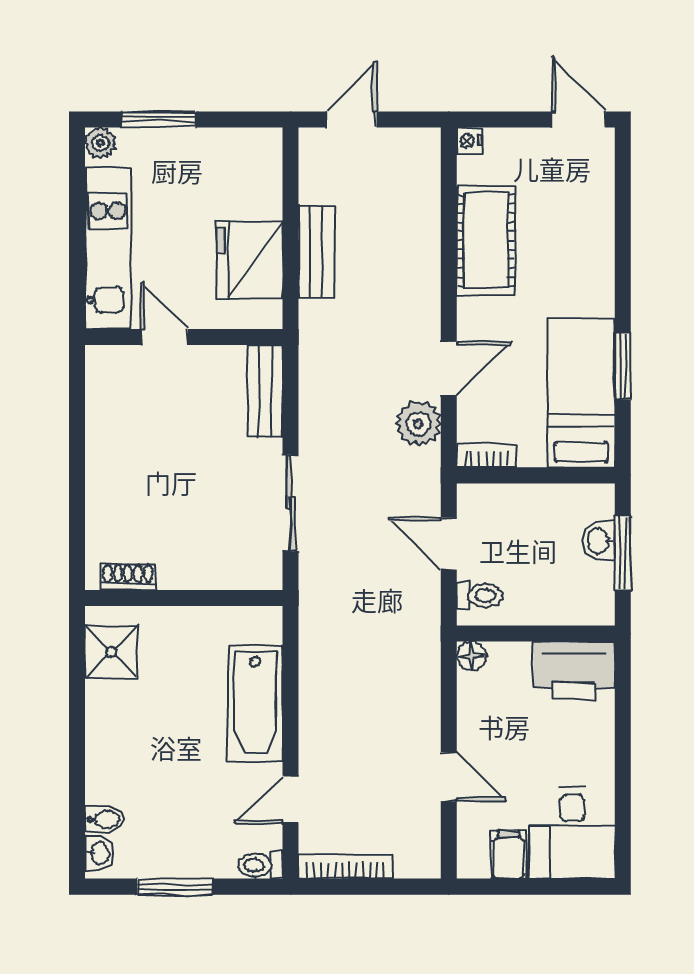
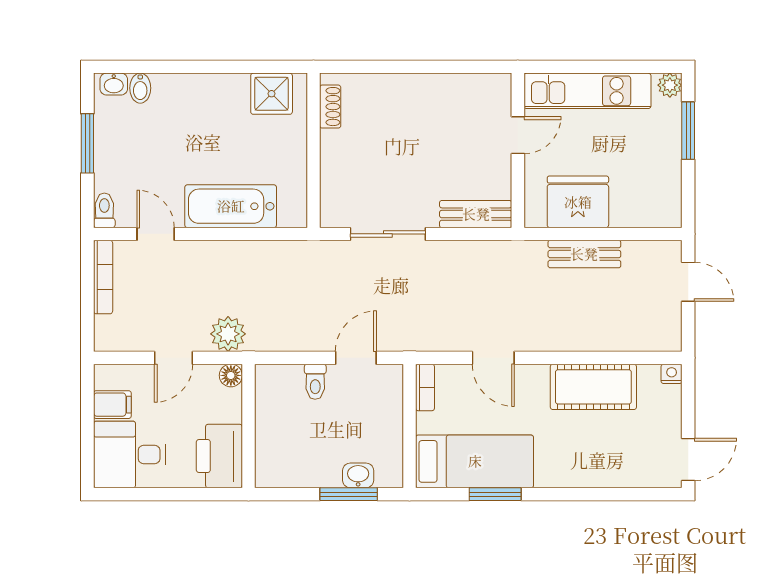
plant: (418, 424) -> (228, 334), moved
wall: (536, 634) -> (248, 426), moved
floor lamp: (471, 656) -> (231, 375), moved
printer: (574, 671) -> (219, 456), moved

